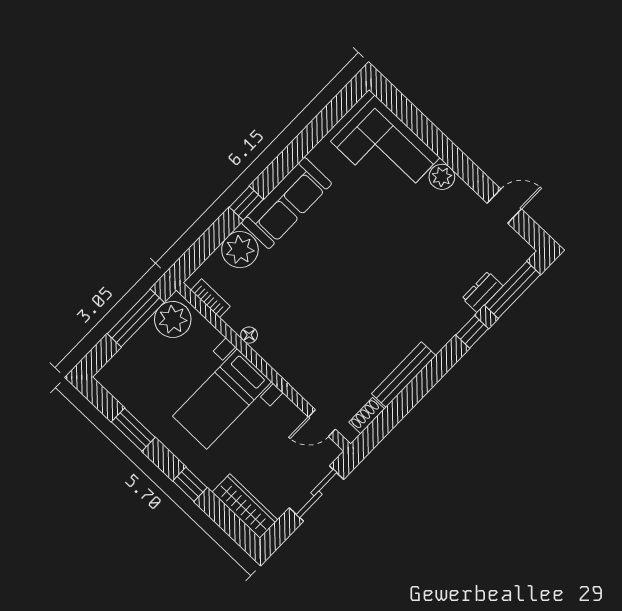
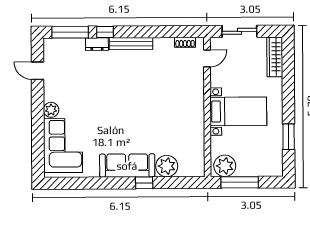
dresser: (482, 292) -> (97, 44), moved
bookcase: (210, 298) -> (200, 158), removed
floor lamp: (249, 335) -> (200, 126), removed
bench: (404, 375) -> (131, 44), moved
door: (322, 423) -> (207, 58), hinge flipped
window: (190, 484) -> (288, 90), removed

